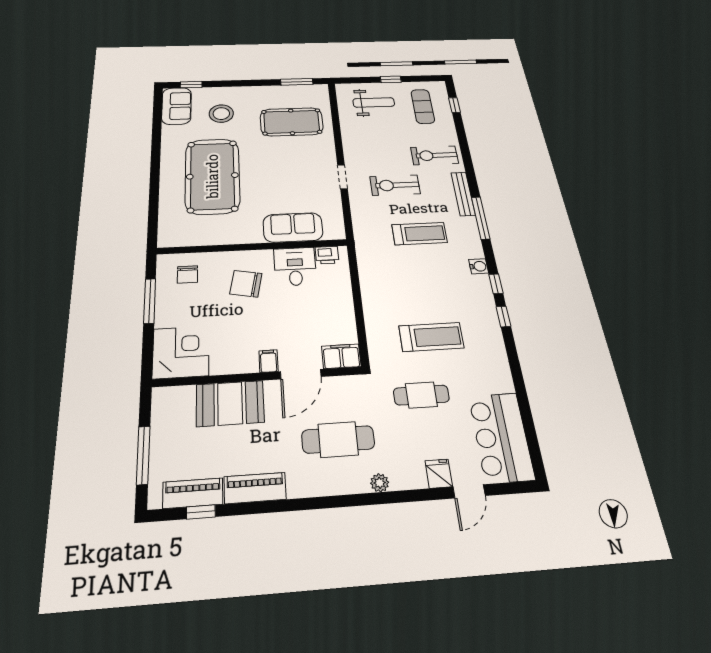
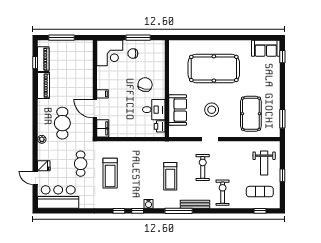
stool: (221, 114) -> (212, 110), moved
chair: (187, 274) -> (133, 54), moved
booth: (230, 403) -> (83, 76), removed

